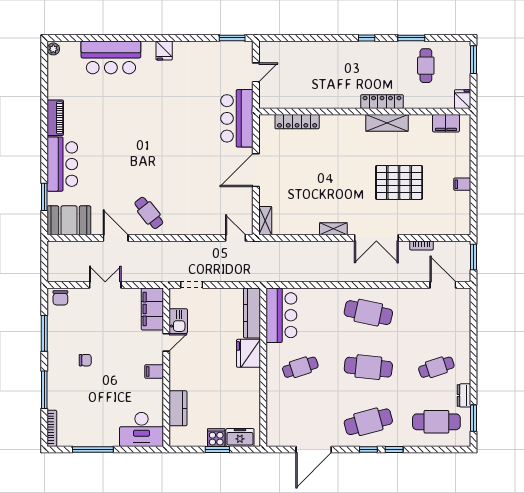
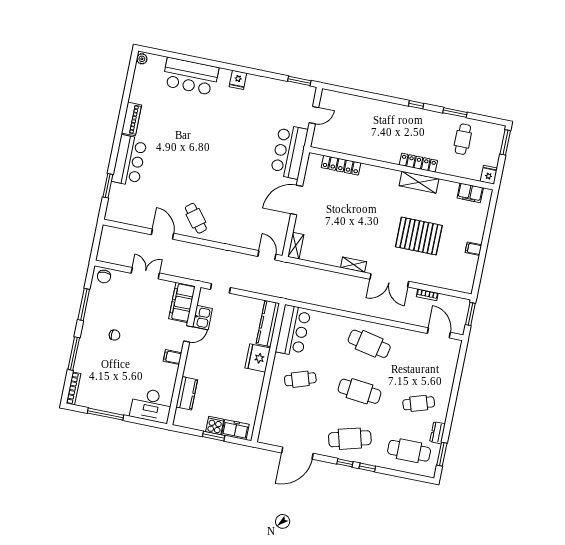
booth: (69, 220) -> (125, 211), removed

